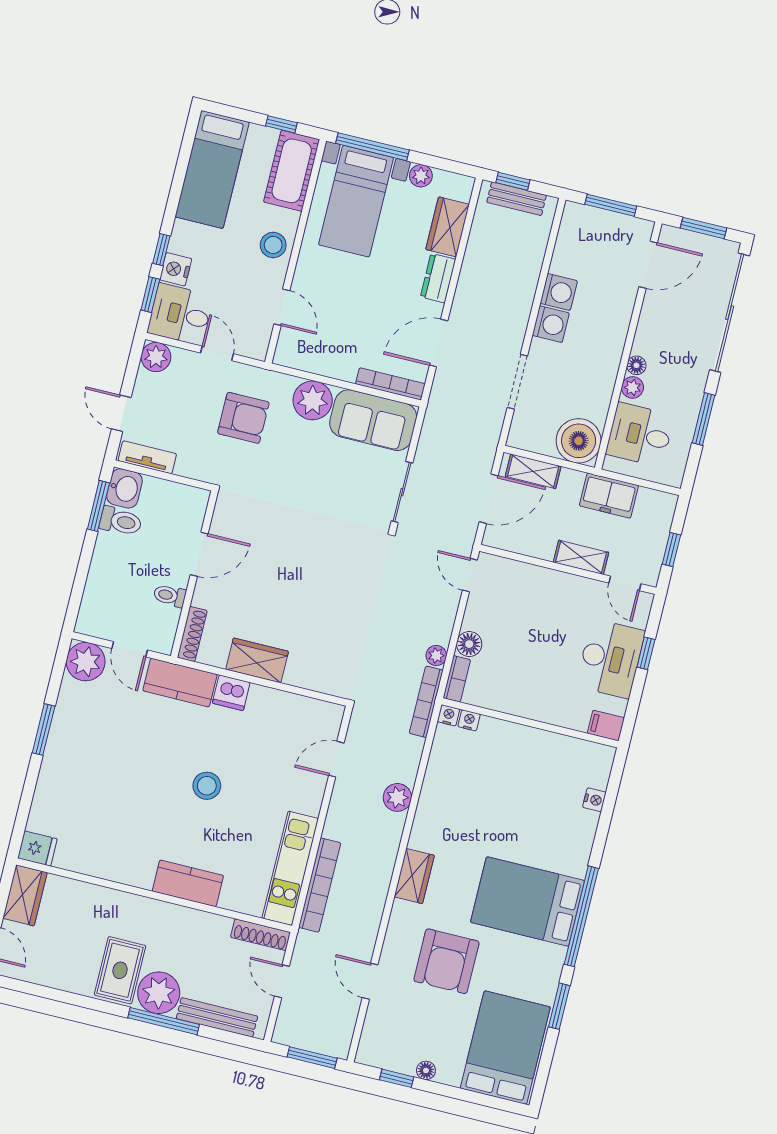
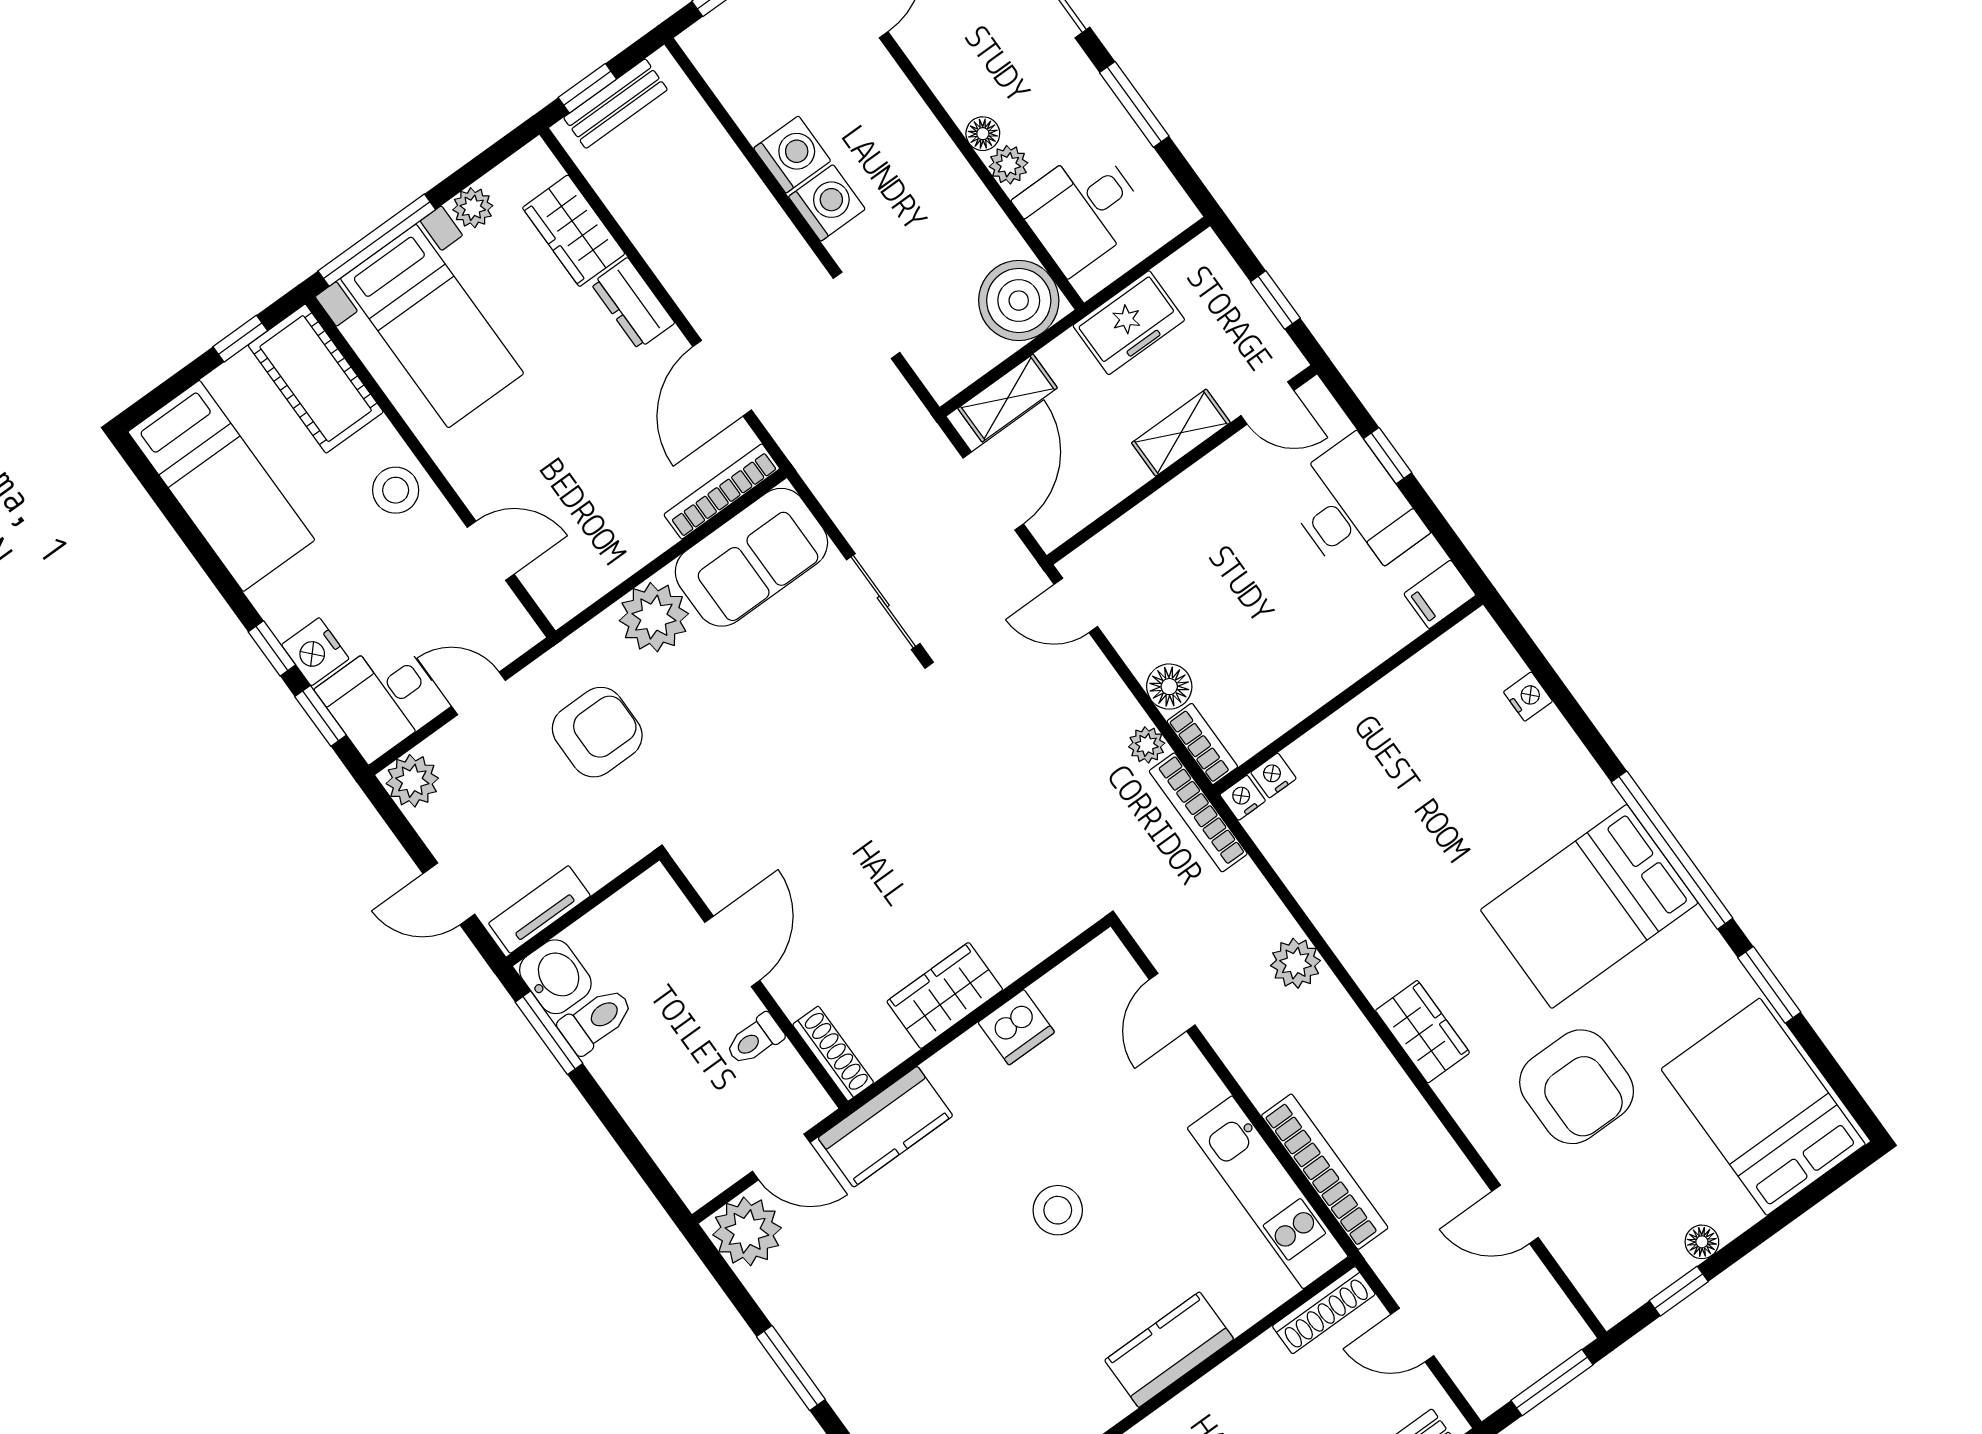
dishwasher: (231, 693) -> (1016, 1027), moved

